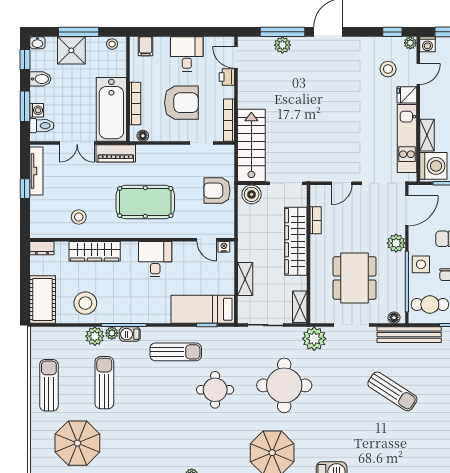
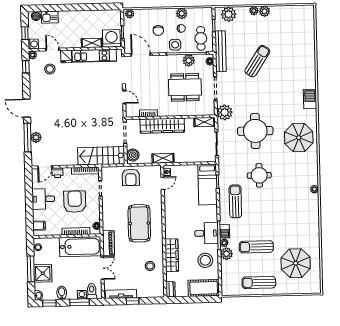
plant: (396, 243) -> (189, 60), moved
desk: (155, 259) -> (206, 233), moved, turned 180
shelving: (245, 279) -> (163, 158), moved

